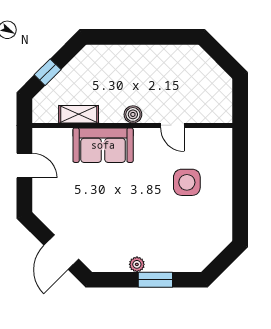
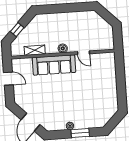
sofa: (103, 145) -> (54, 65), width x1.36
side table: (187, 182) -> (93, 82), removed

